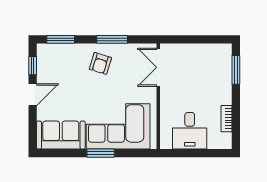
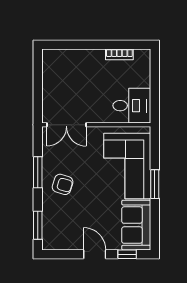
window: (33, 66) -> (127, 254), moved
window: (236, 70) -> (69, 45), removed
desk: (190, 131) -> (132, 106), moved

